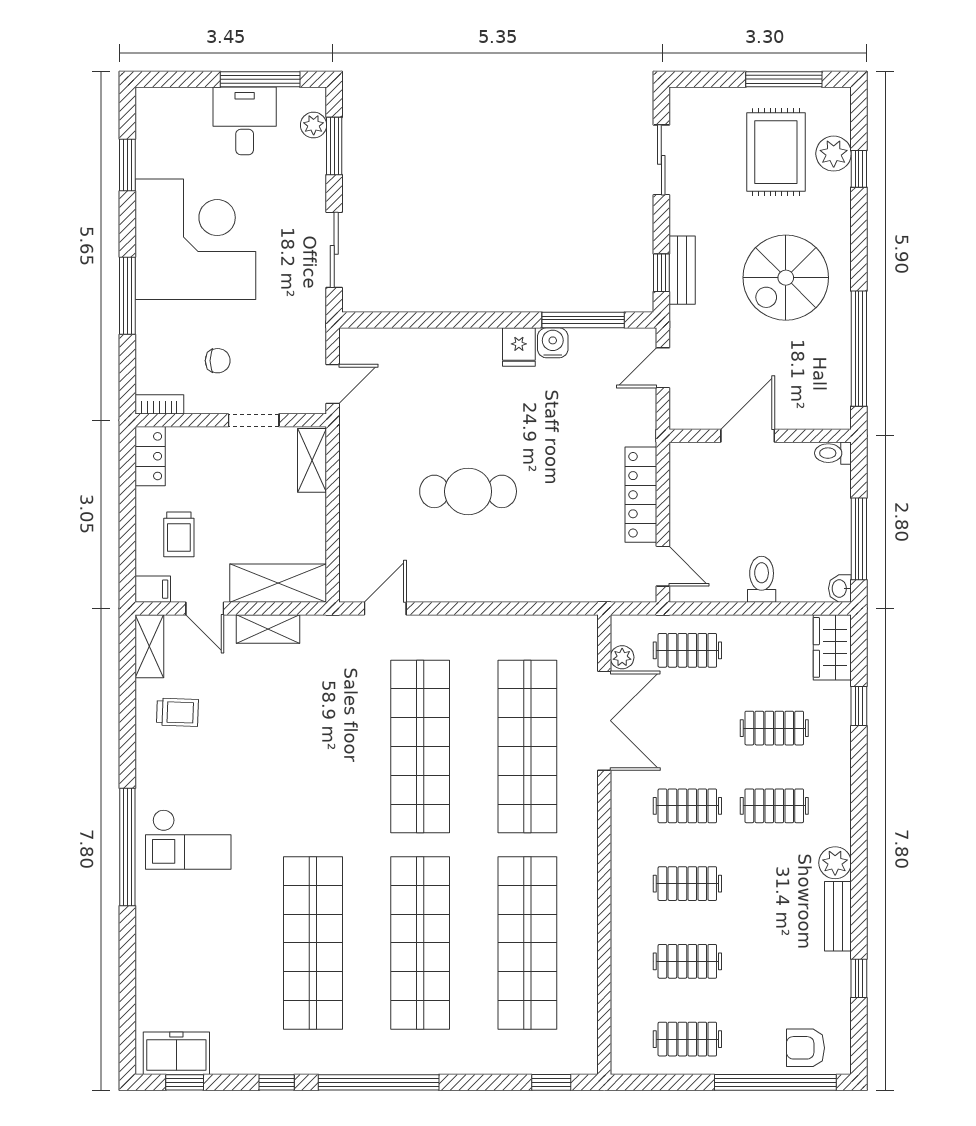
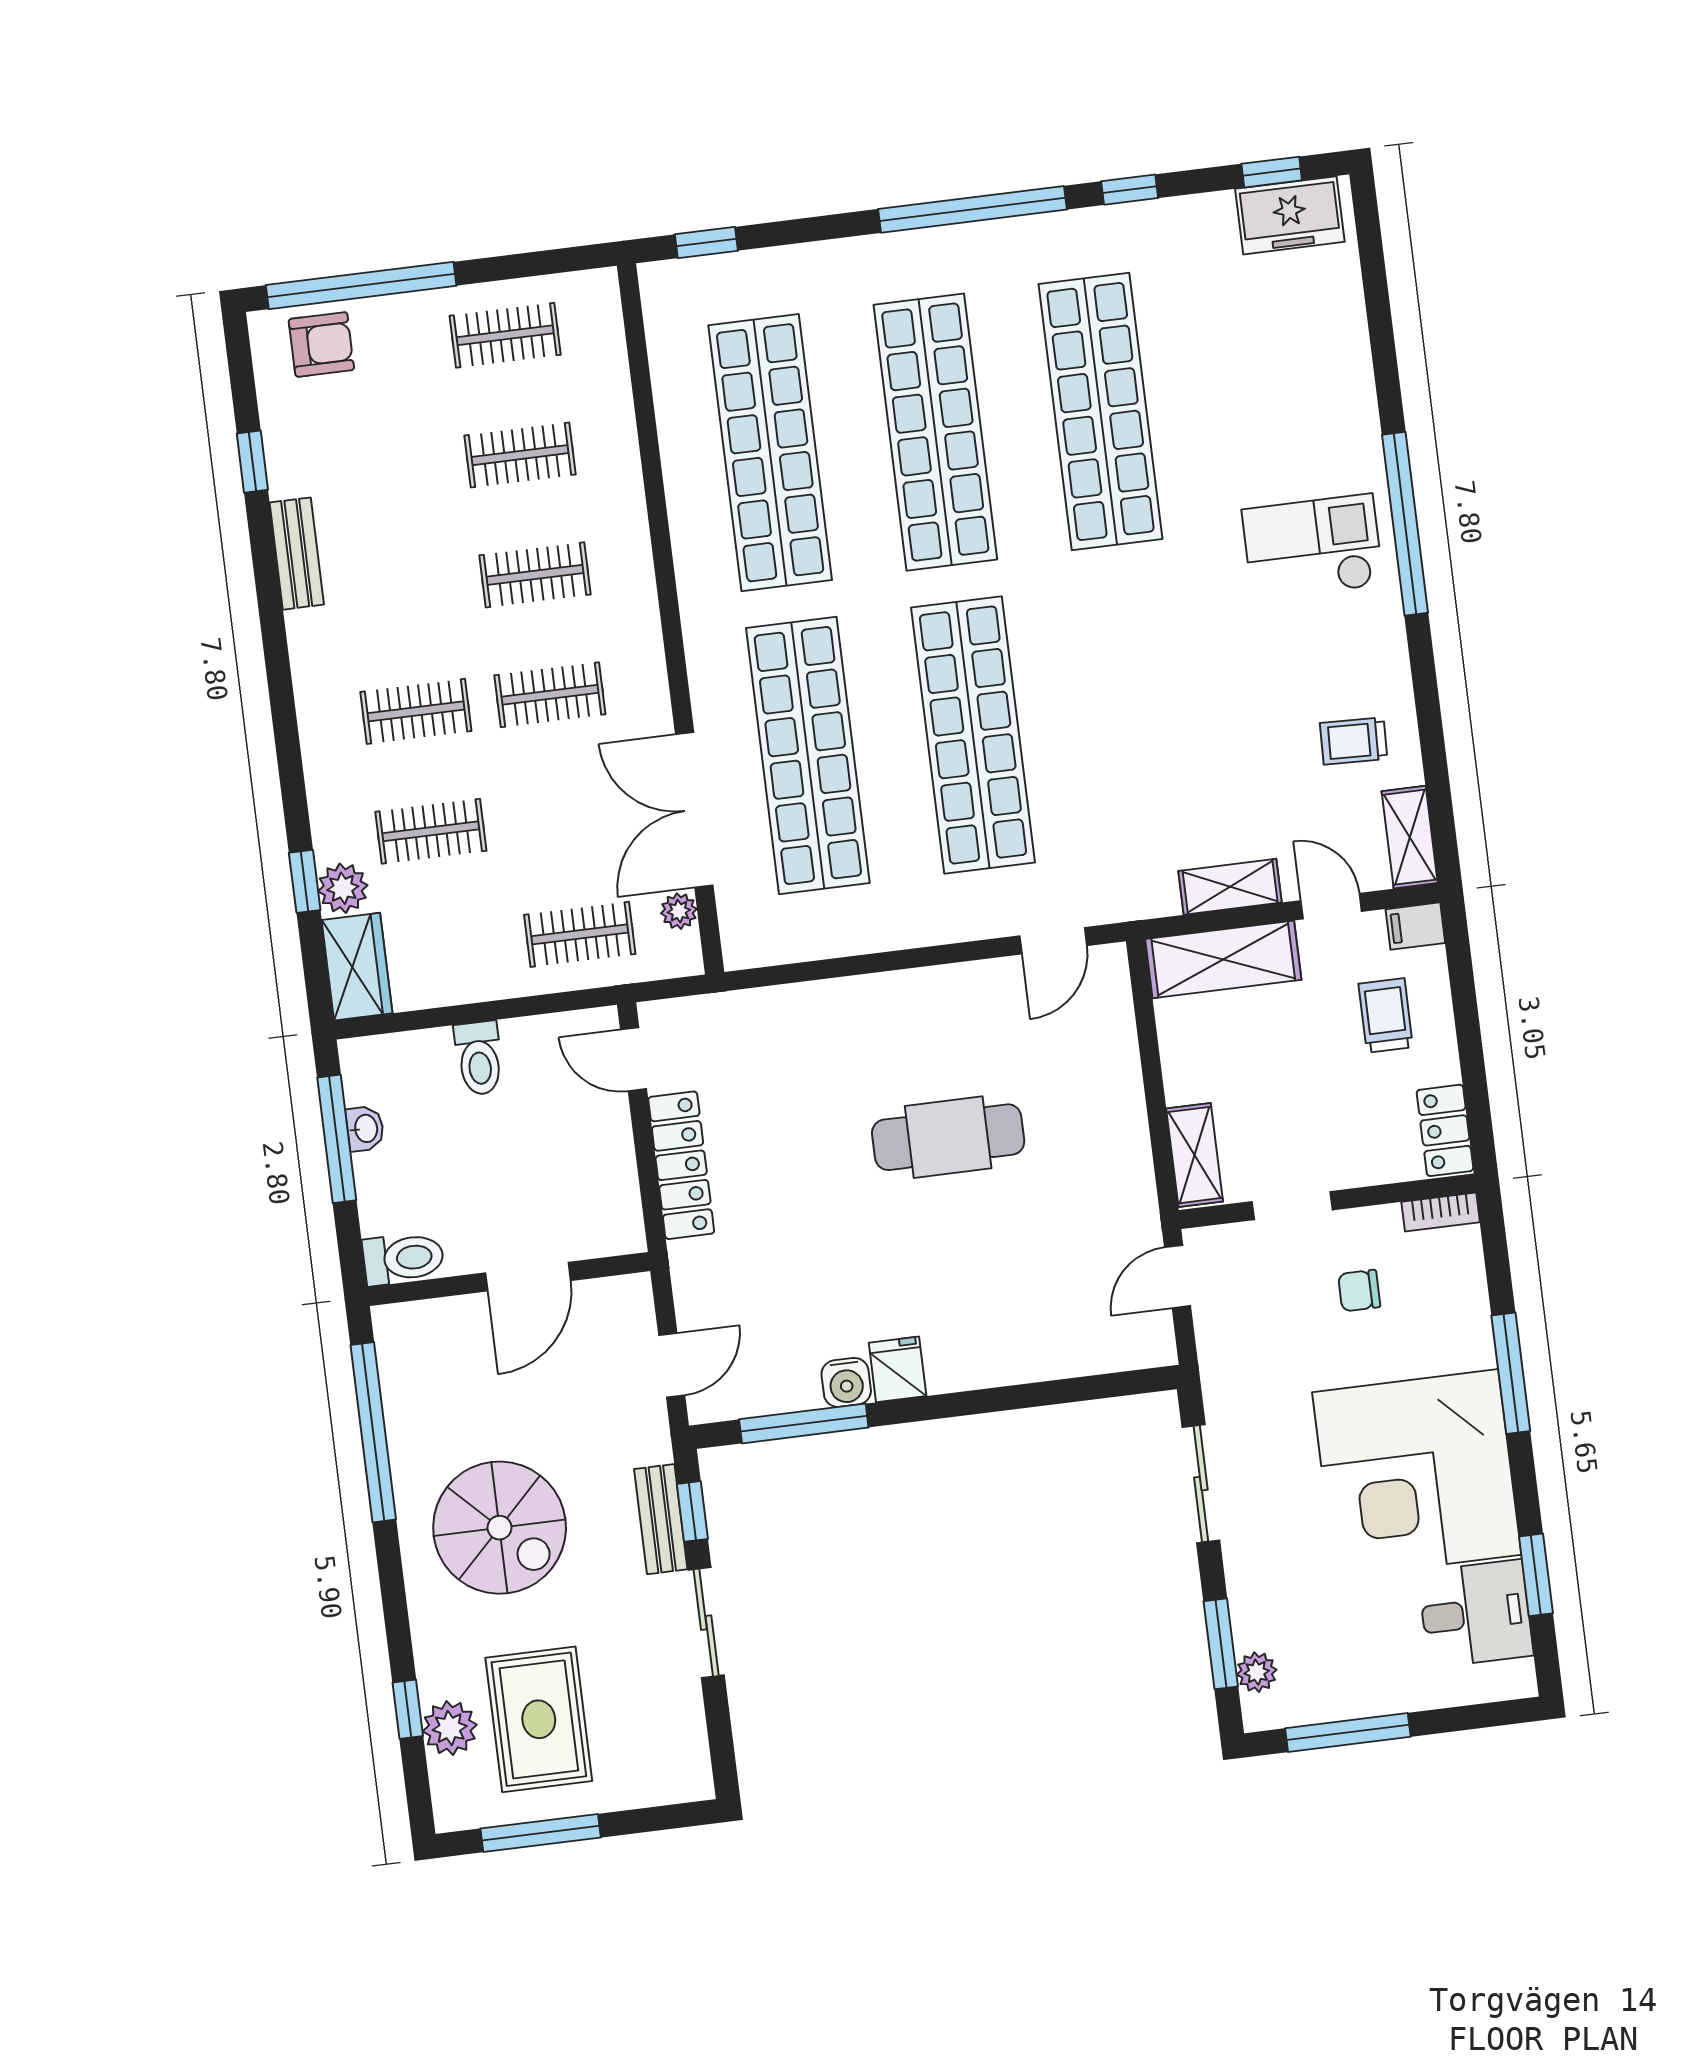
desk: (245, 121) -> (1475, 1614), moved, turned -90
sliding door: (661, 160) -> (706, 1623), moved
spiral stairs: (786, 278) -> (500, 1528), turned 90
toilet: (833, 453) -> (403, 1258), width x1.37, depth x1.39
washbasin: (840, 588) -> (365, 1129), moved
plant: (835, 863) -> (343, 888), moved

